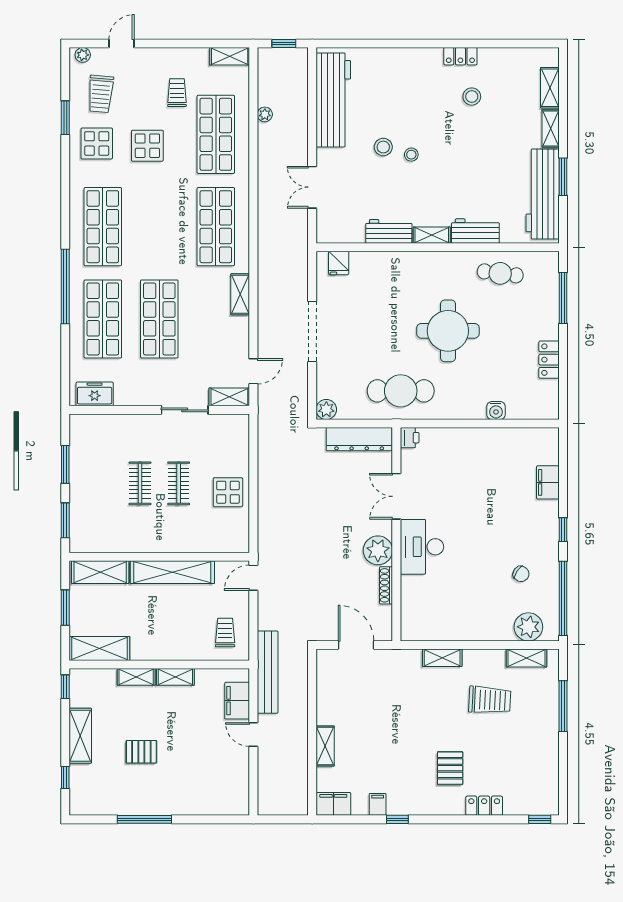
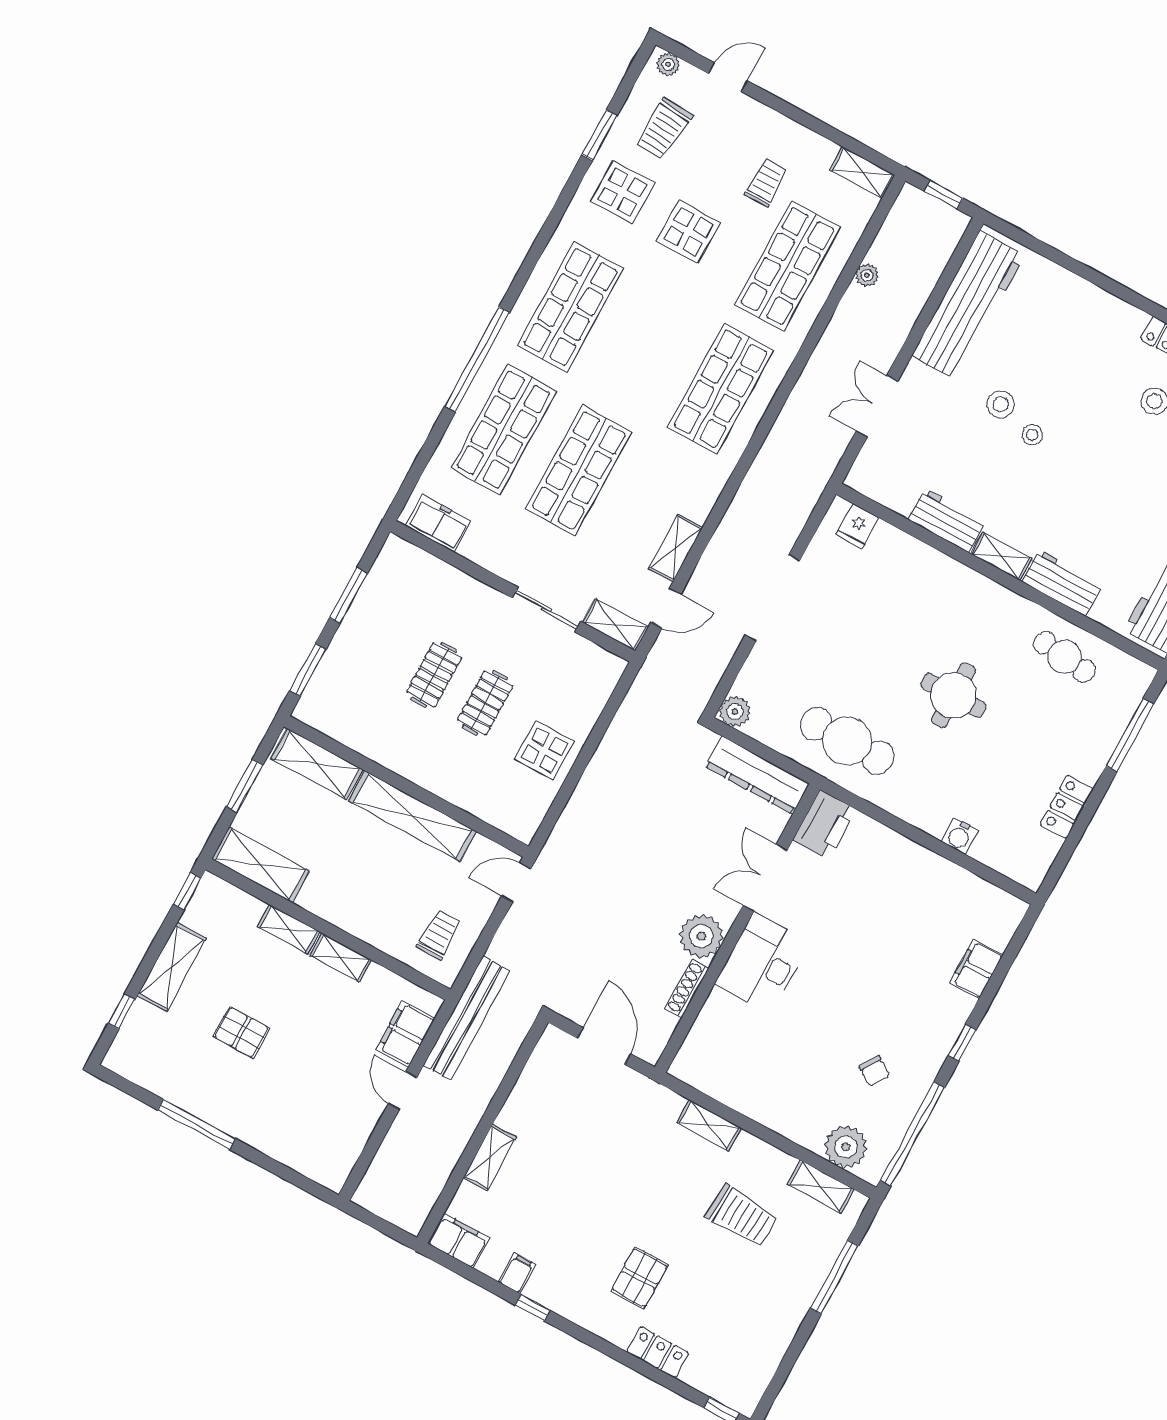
shelving: (240, 294) -> (676, 548), moved
round table: (448, 331) -> (953, 695), width x0.73, depth x0.73
printer: (410, 438) -> (825, 825), width x1.87, depth x1.48

